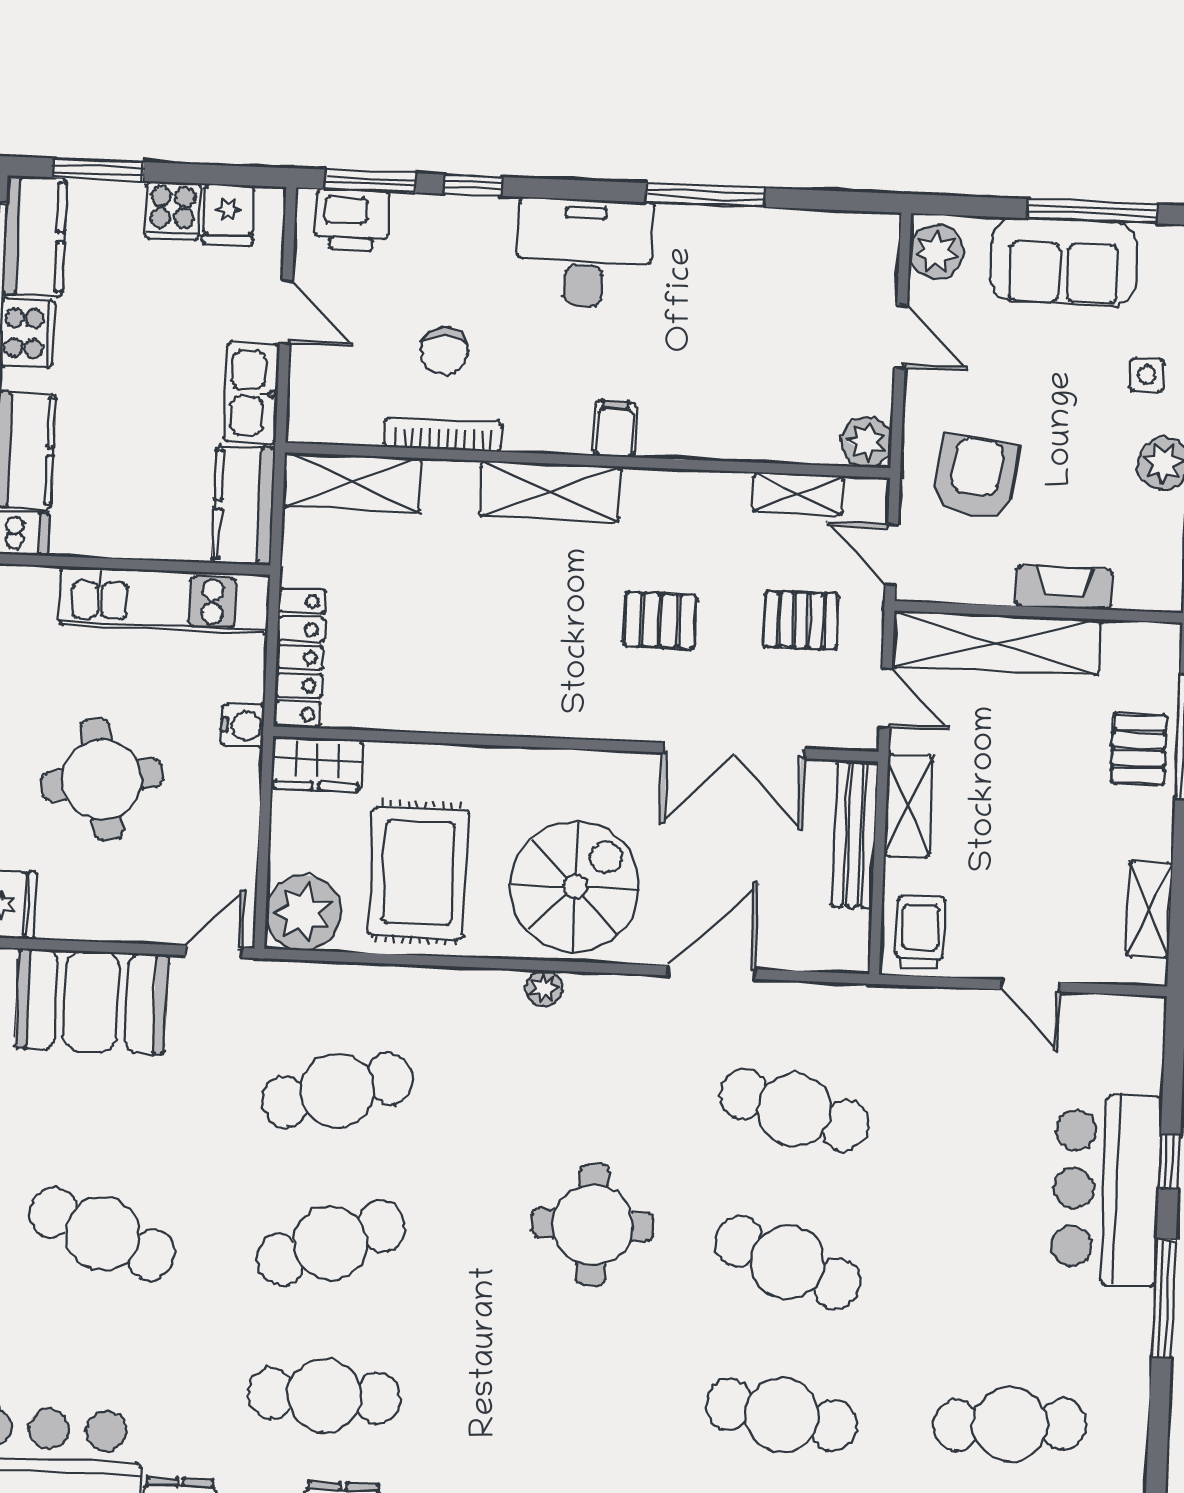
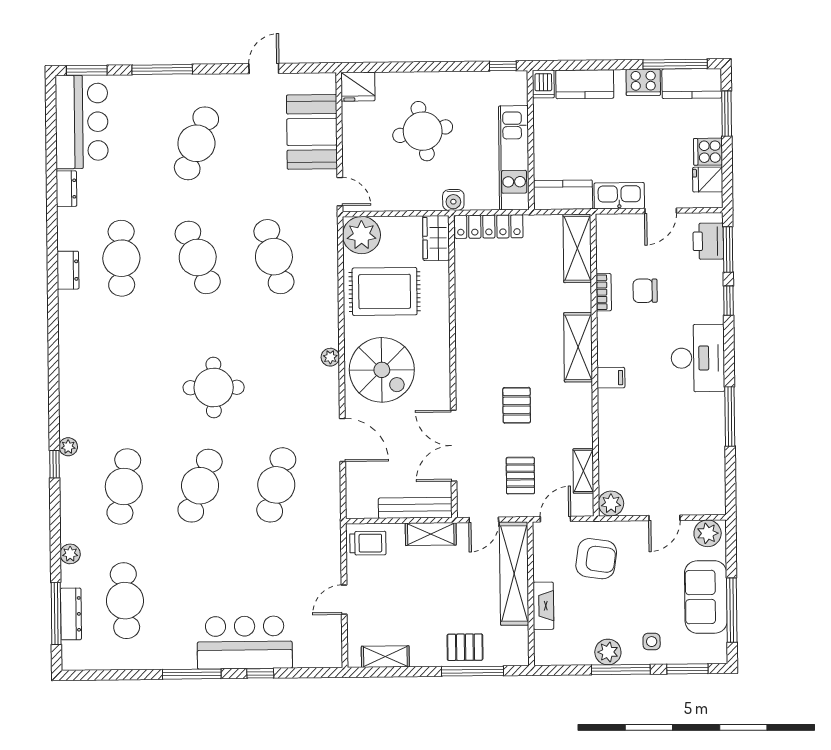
bookcase: (443, 434) -> (604, 292), width x0.64

